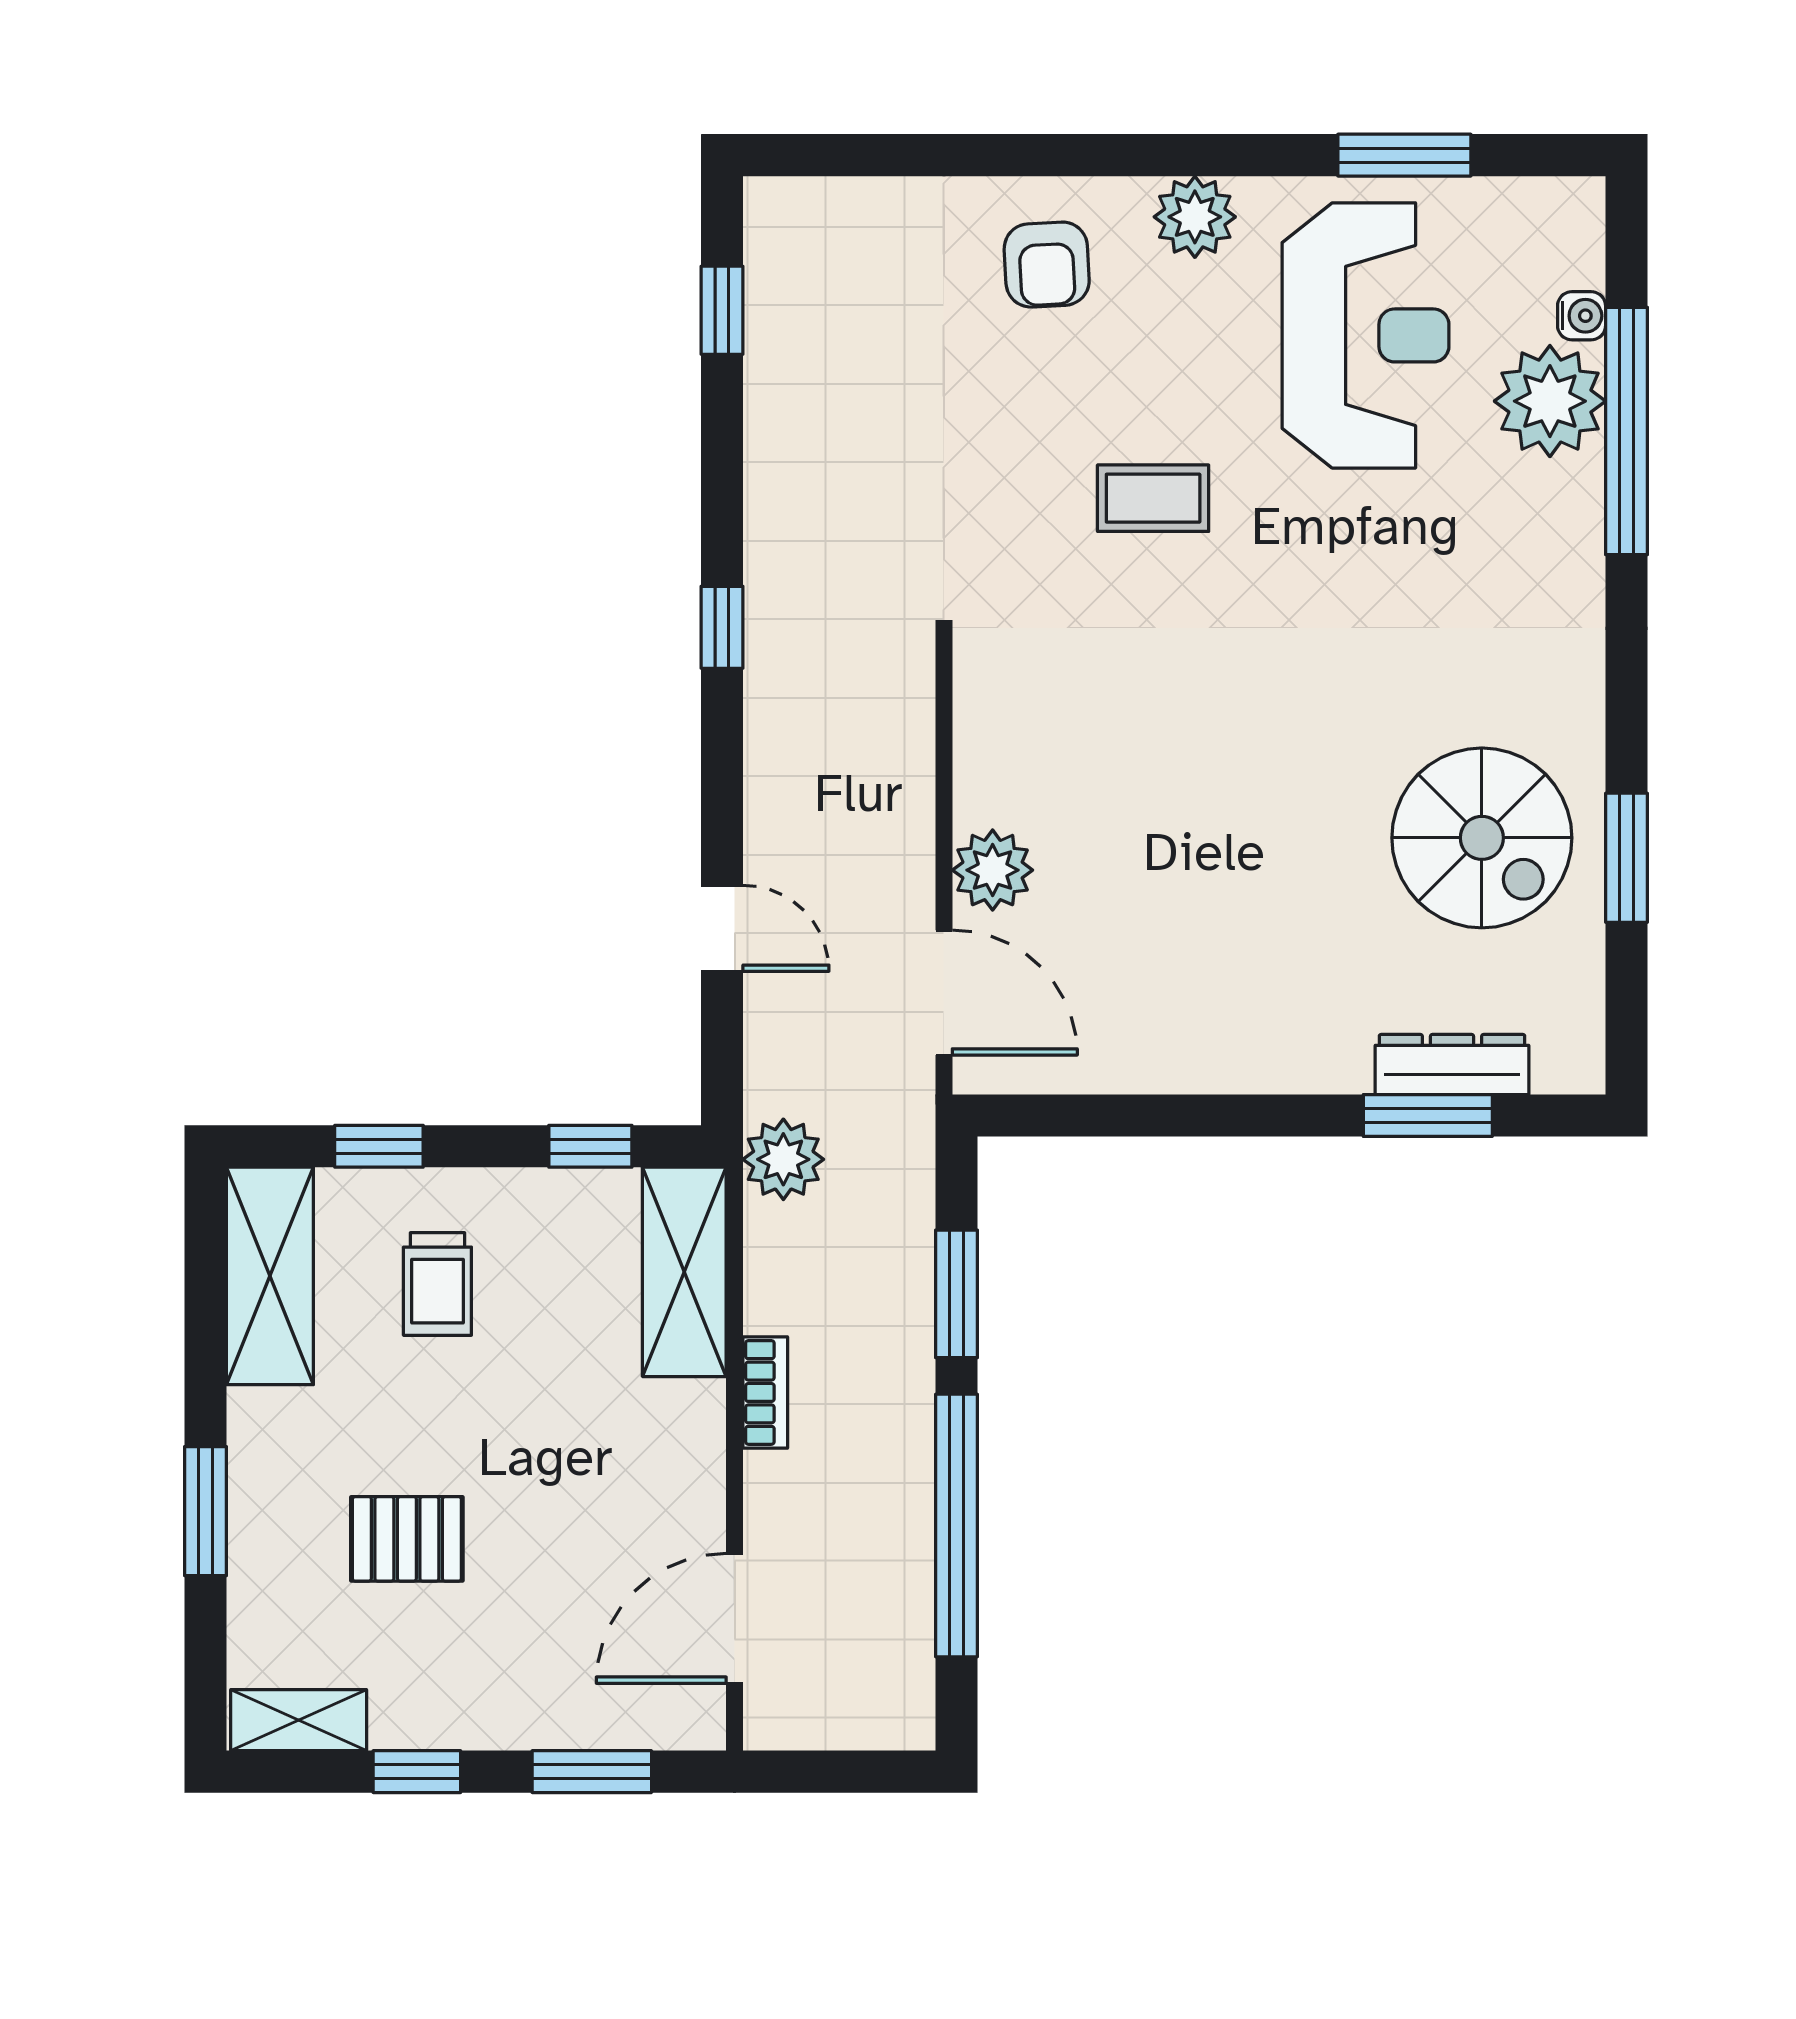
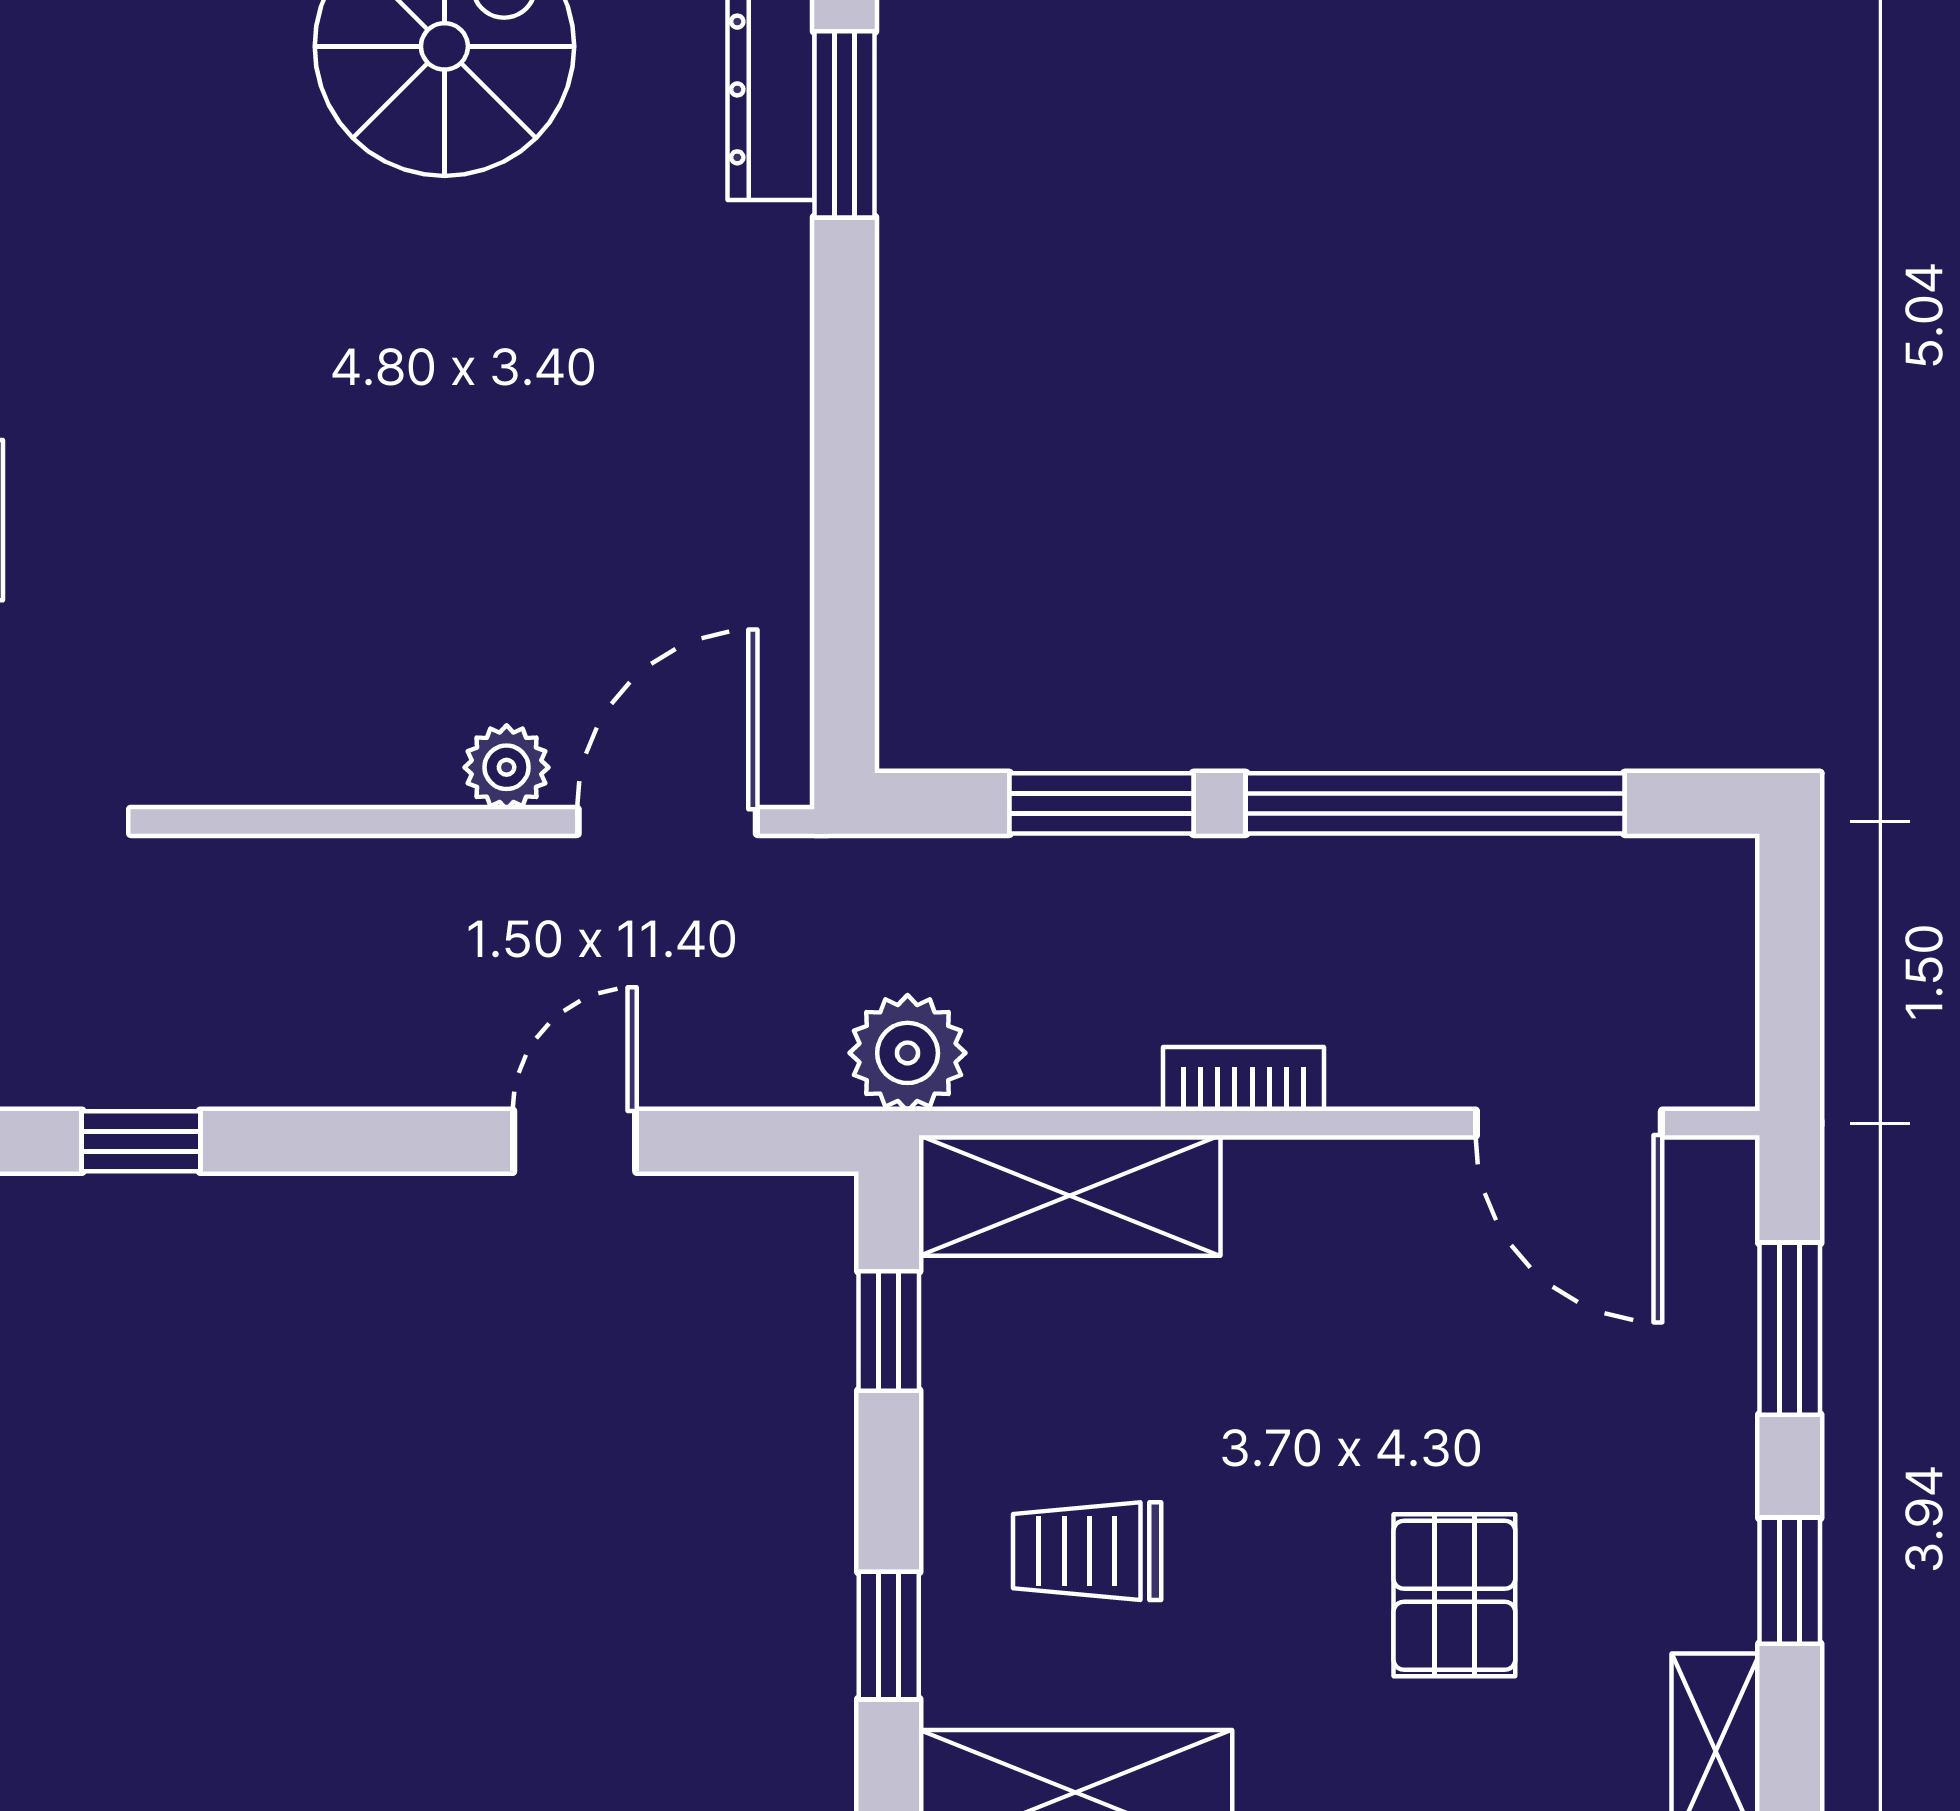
plant: (993, 870) -> (507, 767), width x0.73, depth x0.73
trolley: (437, 1284) -> (1087, 1551), turned 180

